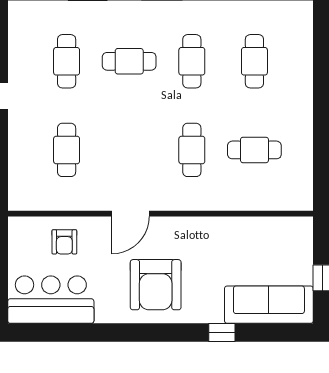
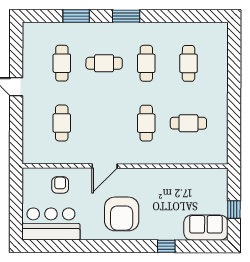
armchair: (64, 242) -> (60, 185), turned 180
sofa: (269, 305) -> (206, 228), width x0.73

